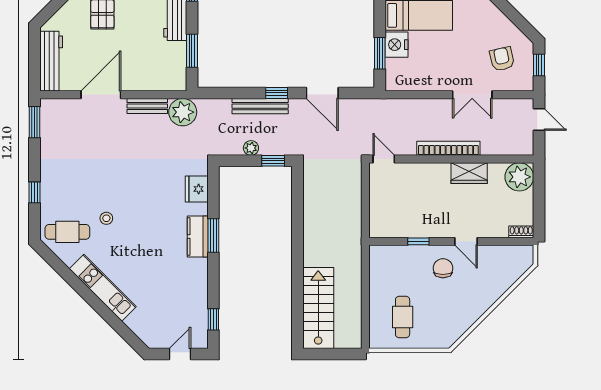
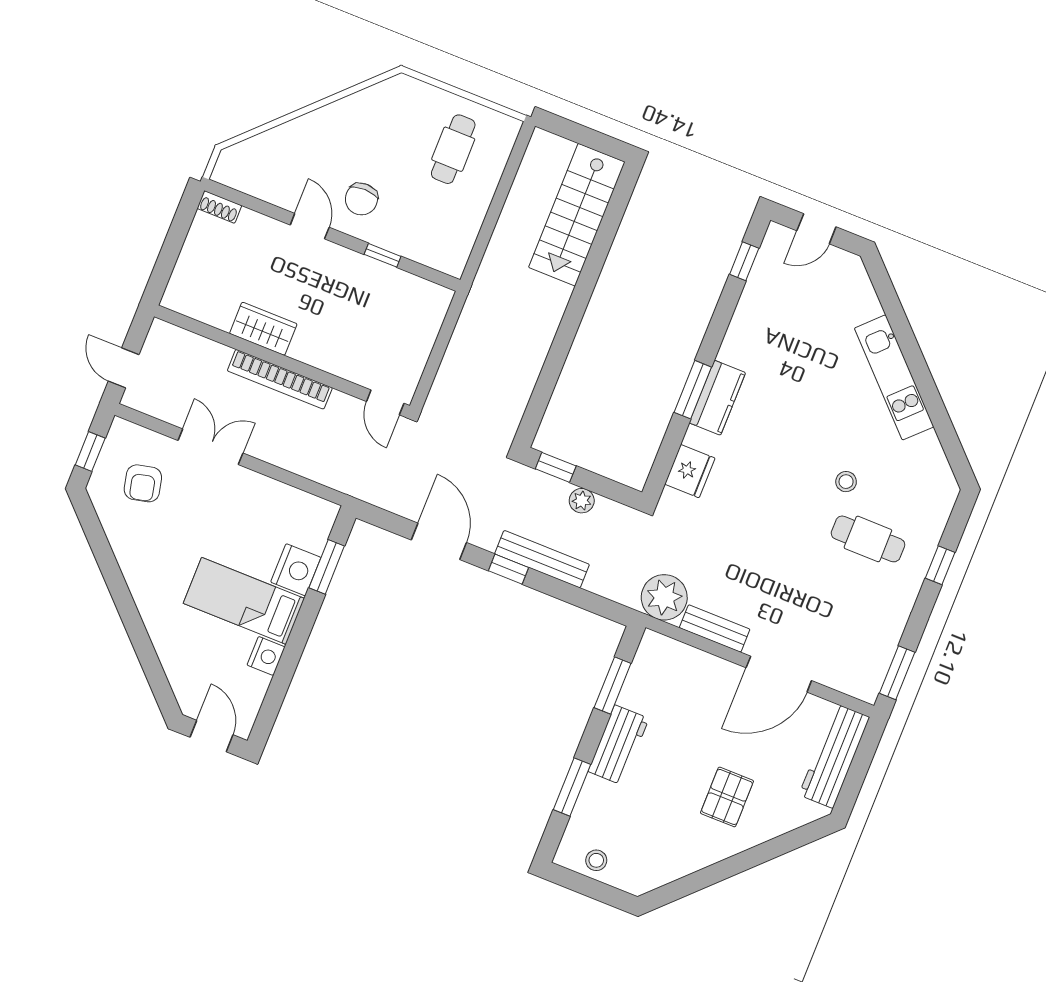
plant: (519, 177) -> (189, 292), removed
cafe table: (67, 232) -> (868, 539), moved

